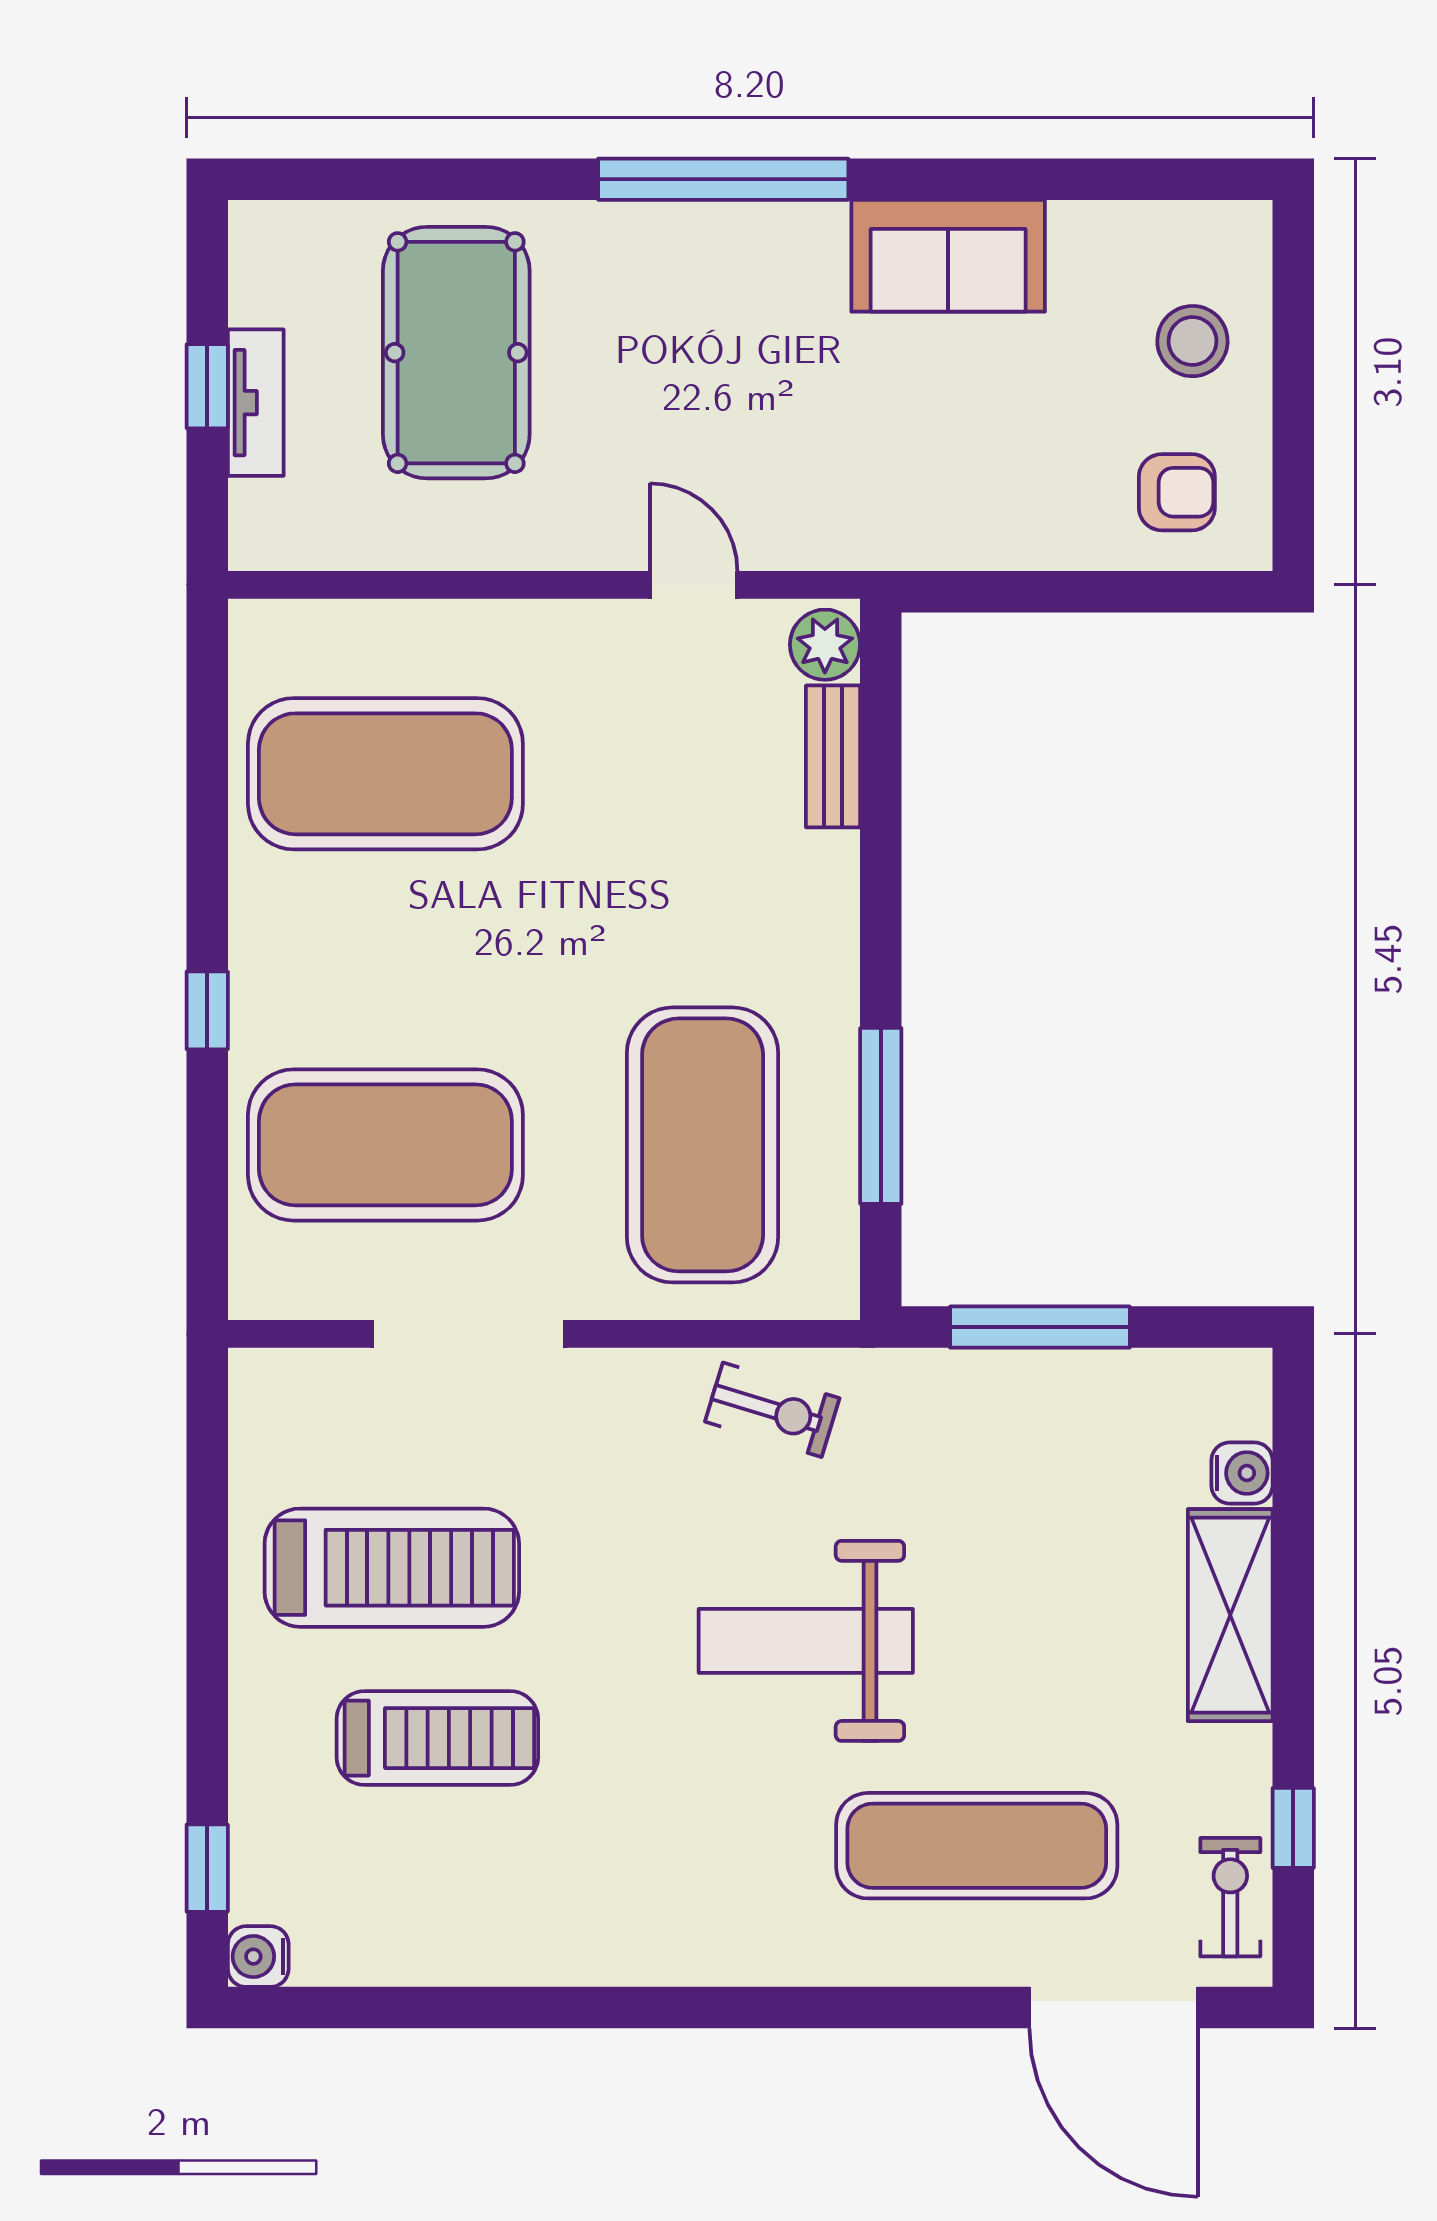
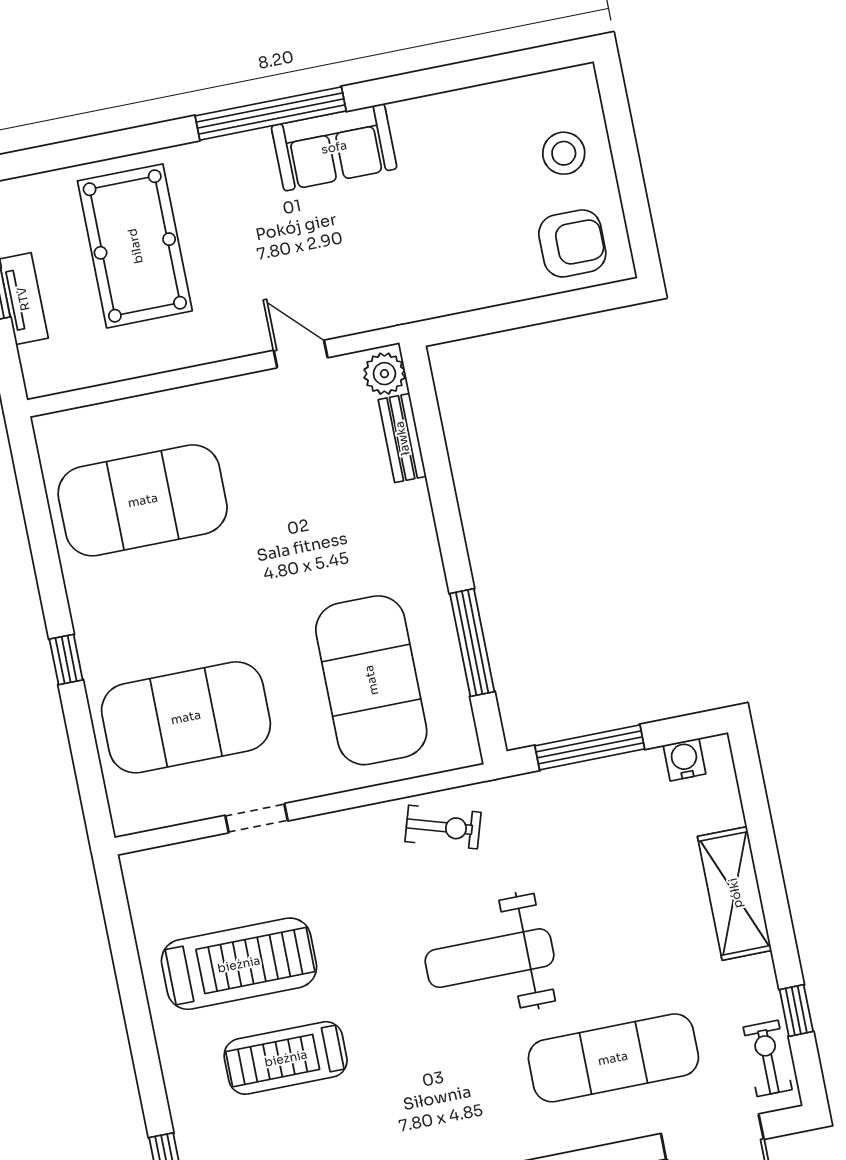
sofa: (948, 256) -> (334, 147), moved
armchair: (1177, 492) -> (572, 243), width x1.38, depth x1.38
doorway: (468, 1334) -> (257, 818), width x0.53
water cooler: (1242, 1473) -> (684, 760), moved, turned -90
treadmill: (437, 1738) -> (286, 1058), turned 180

